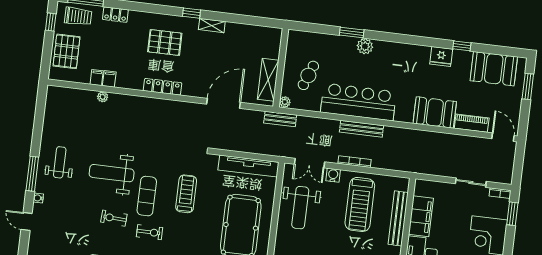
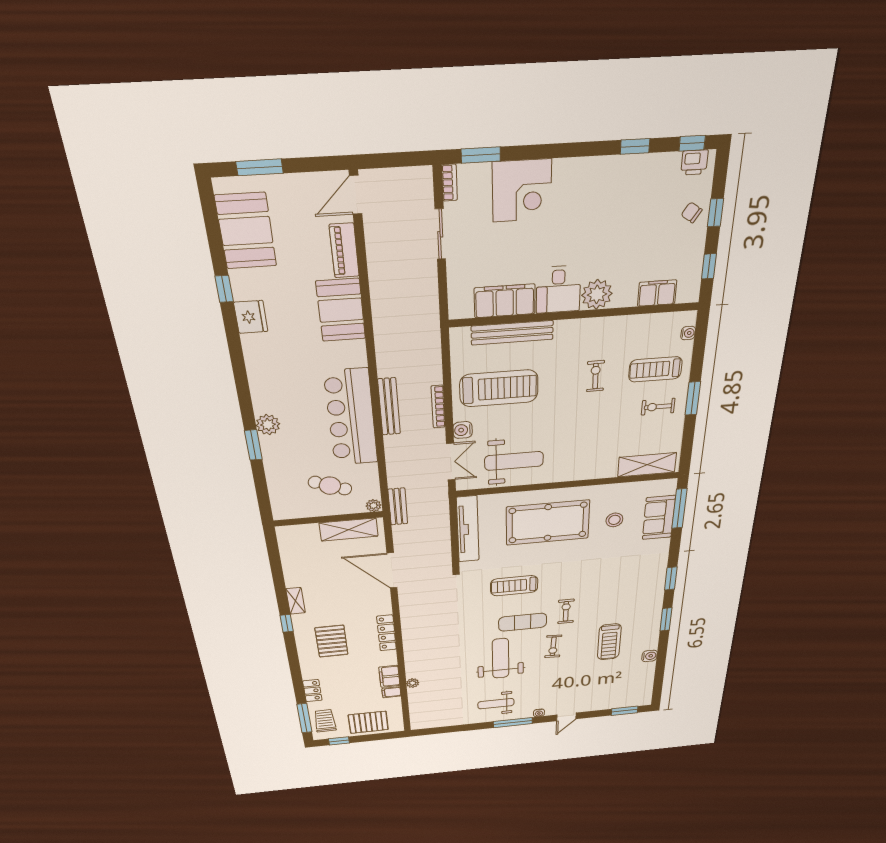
filing cabinet: (109, 79) -> (389, 676), width x2.00
weight bench: (112, 173) -> (501, 658), turned 180

